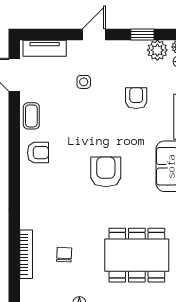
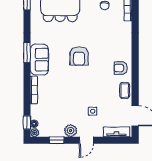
plant: (157, 50) -> (71, 131), moved
armchair: (136, 98) -> (60, 101), removed

